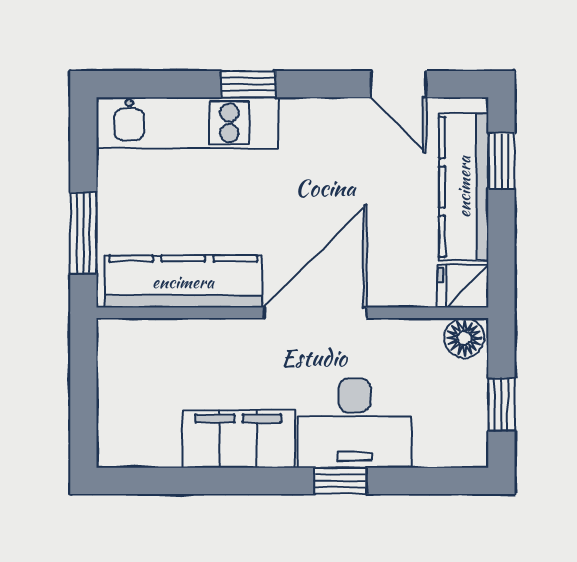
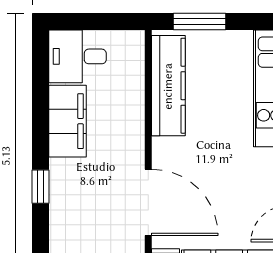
door: (315, 313) -> (148, 202), moved
desk: (355, 423) -> (77, 56), moved, width x0.73

